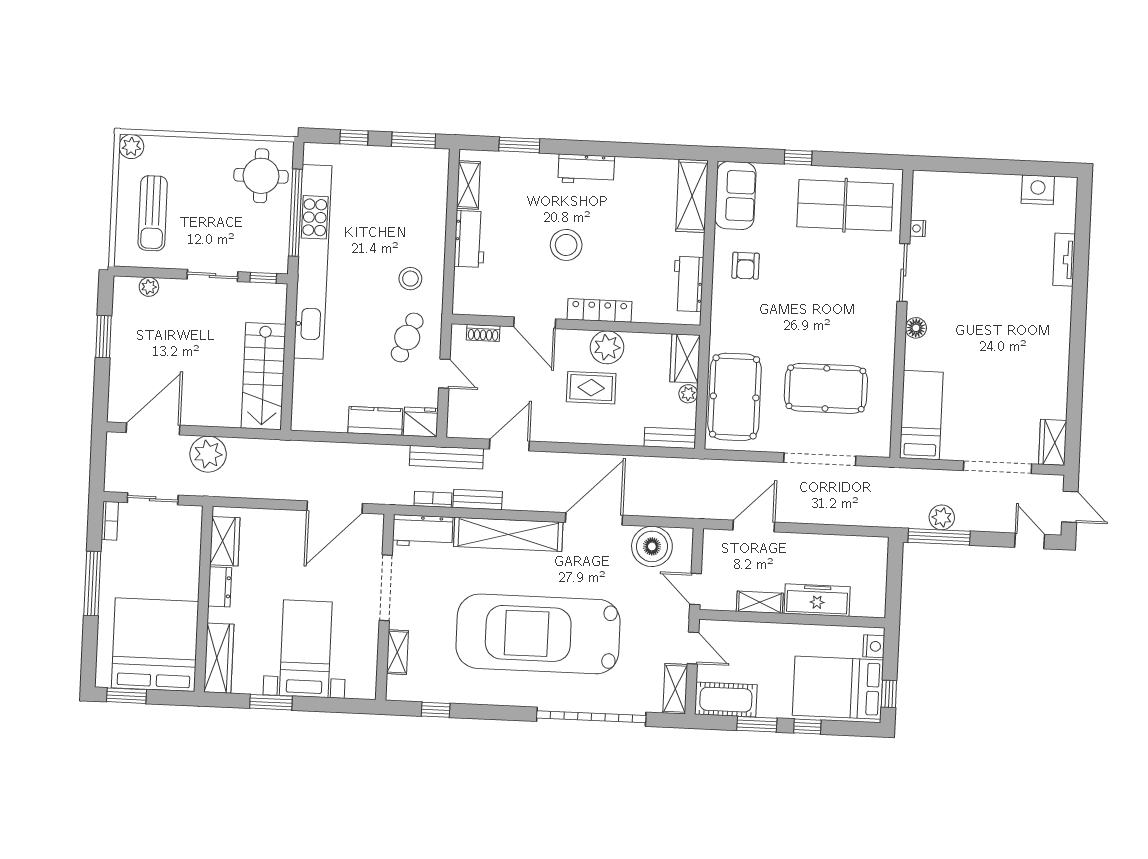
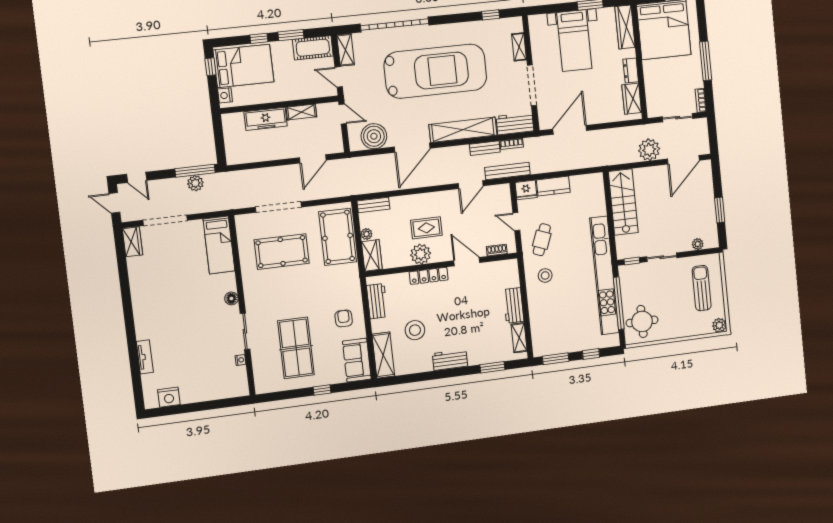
table tennis table: (845, 205) -> (296, 348), moved, turned 90
stool: (566, 245) -> (415, 330), moved

